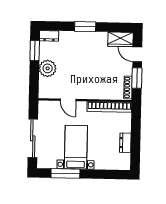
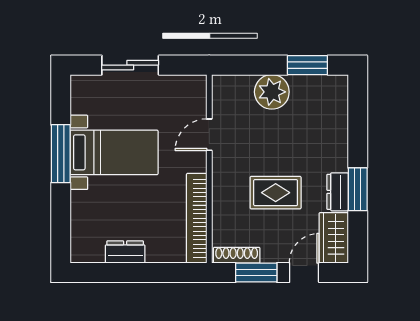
window: (85, 27) -> (358, 189), moved
dresser: (49, 36) -> (338, 192), moved
rug: (97, 68) -> (276, 193), added
sliding door: (33, 138) -> (130, 65), width x0.73
window: (65, 173) -> (61, 154), moved

